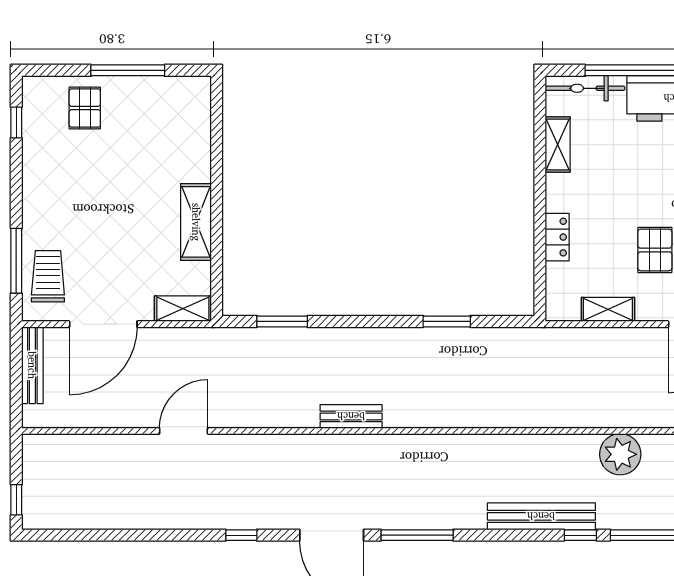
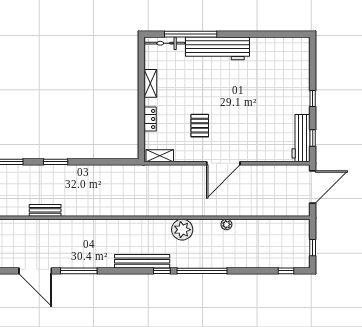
shelving: (558, 145) -> (150, 83), moved
shelving: (608, 309) -> (160, 156), moved
window: (447, 321) -> (56, 162), moved

